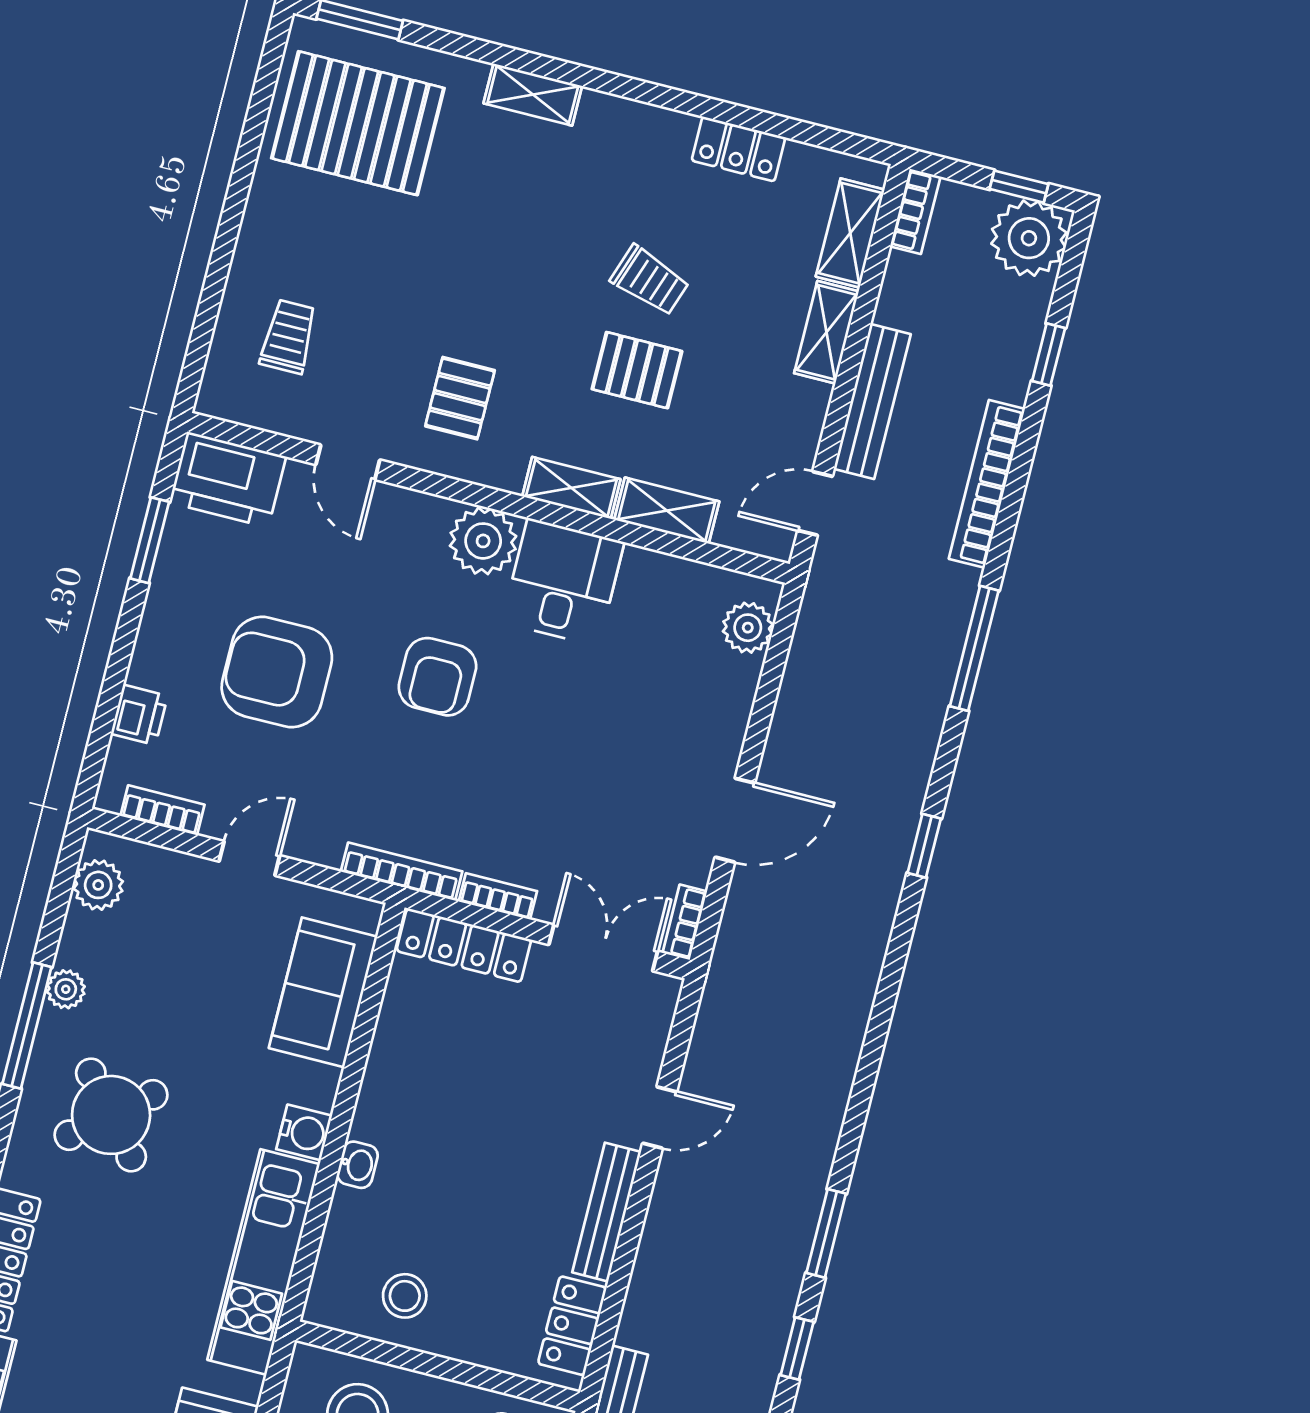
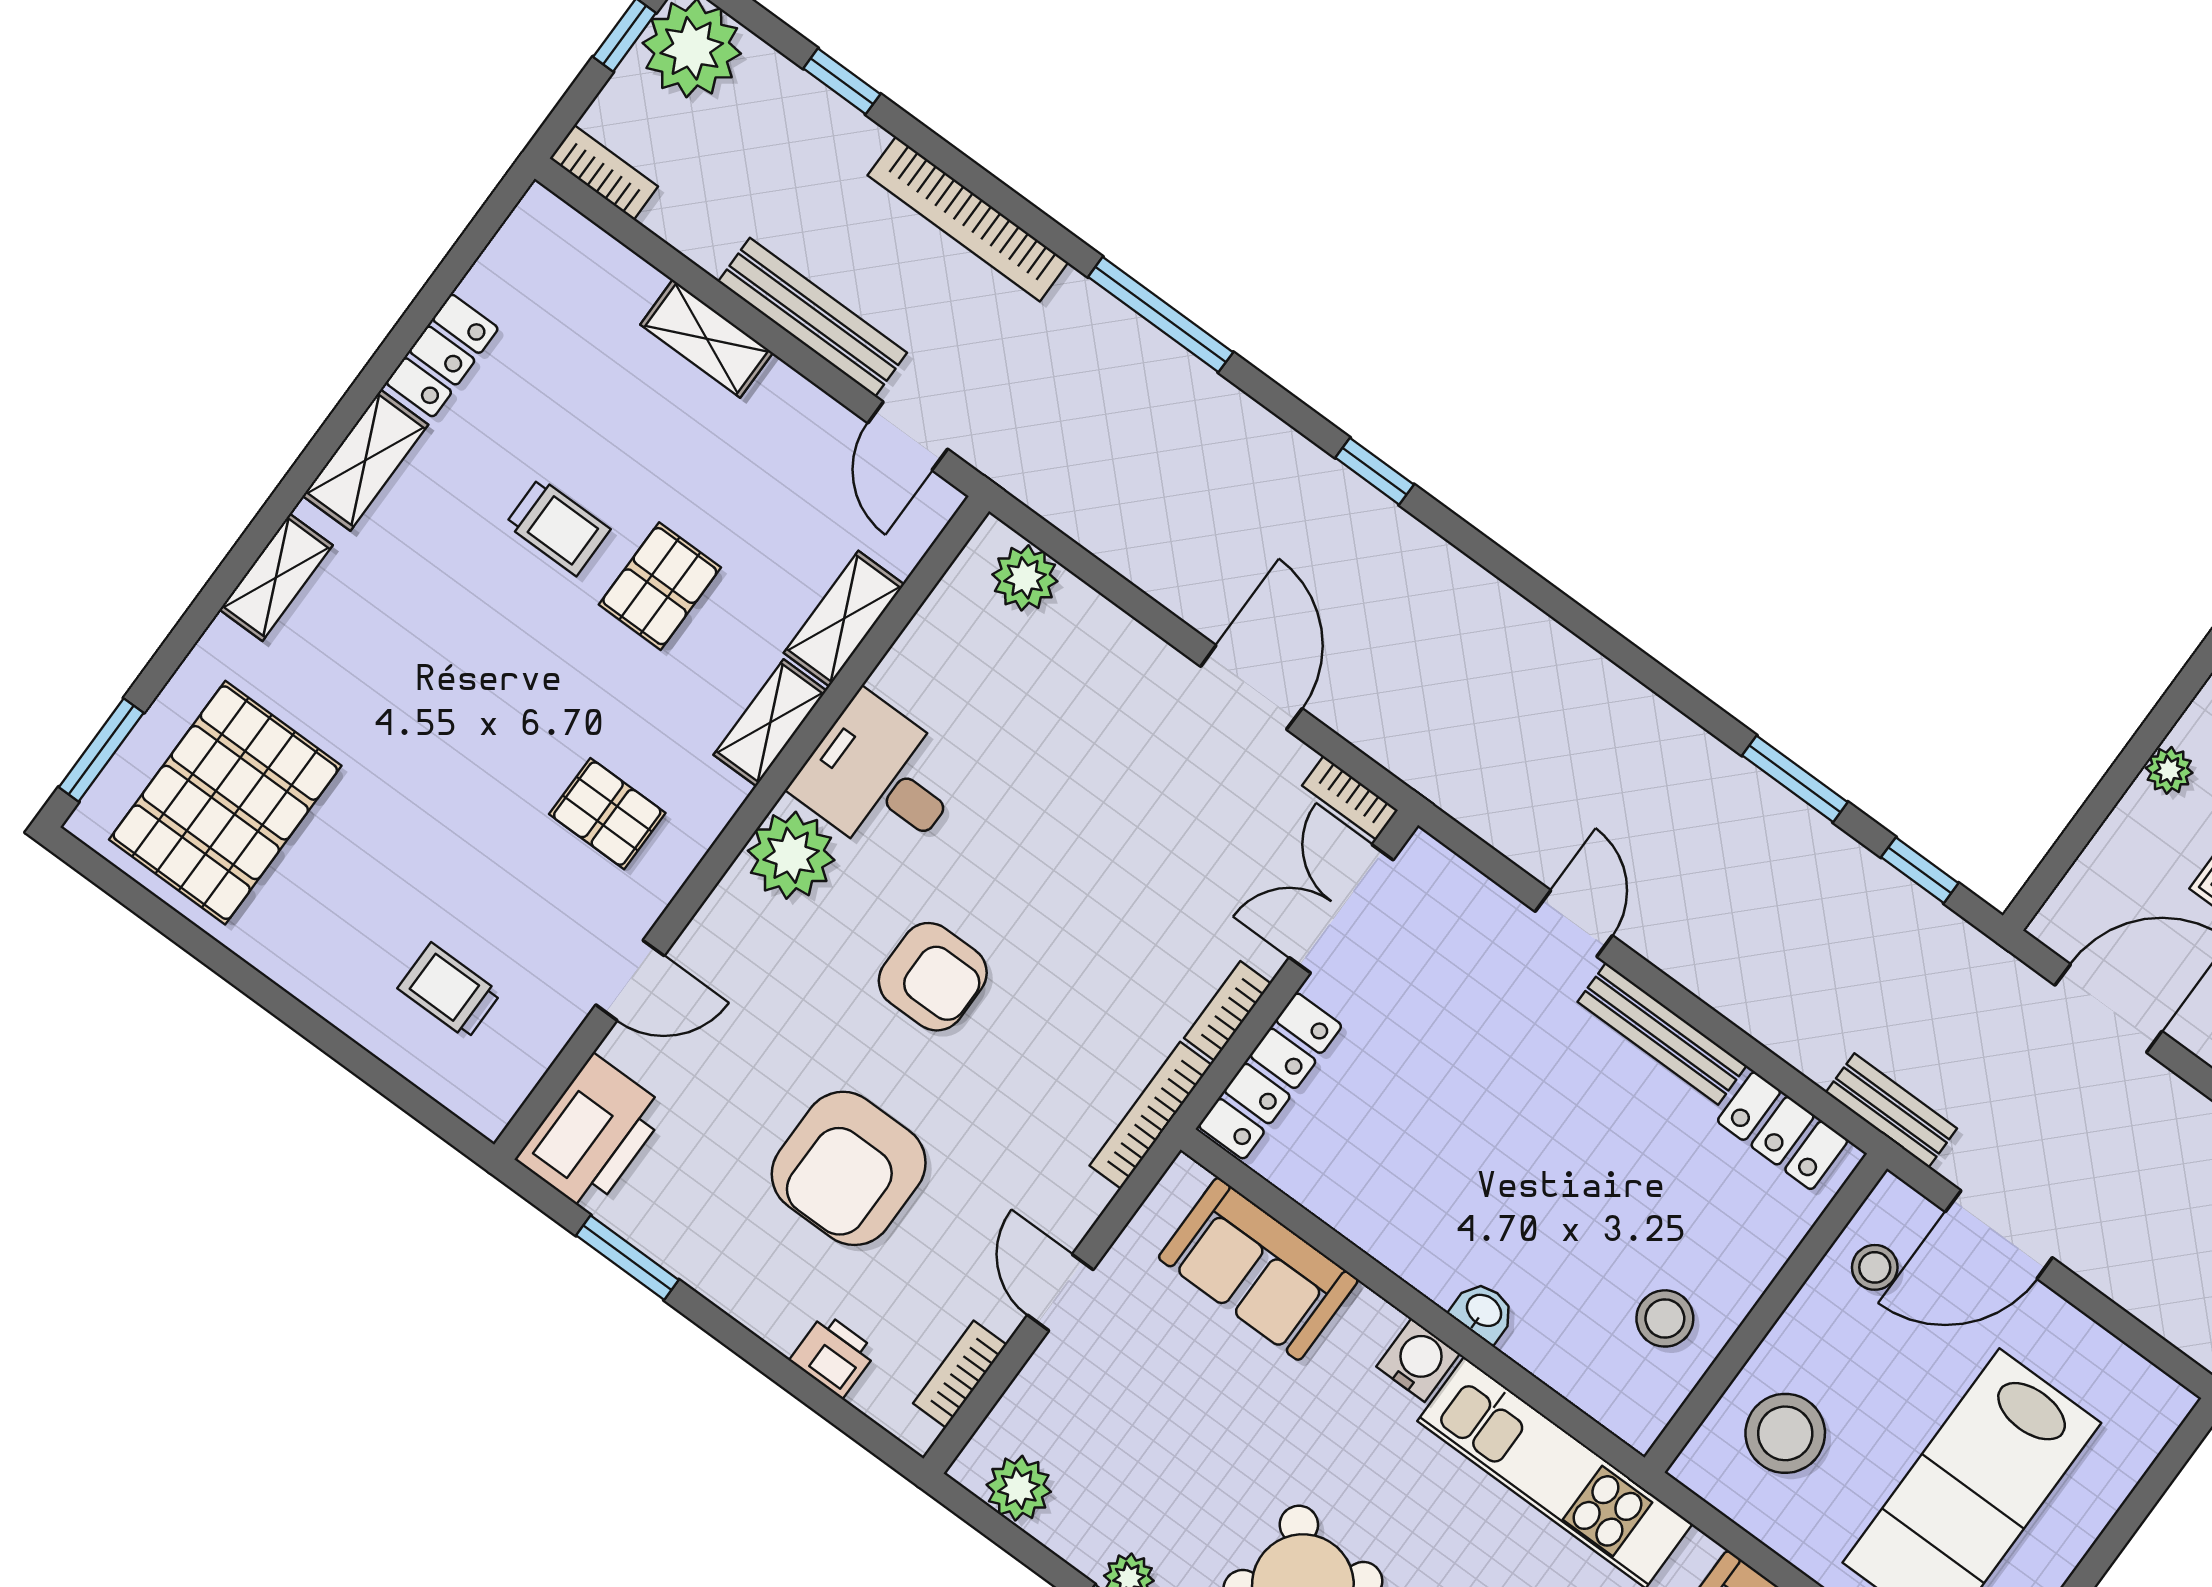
shelving: (850, 233) -> (365, 460), moved, turned 90
trolley: (650, 281) -> (558, 527), turned 71

